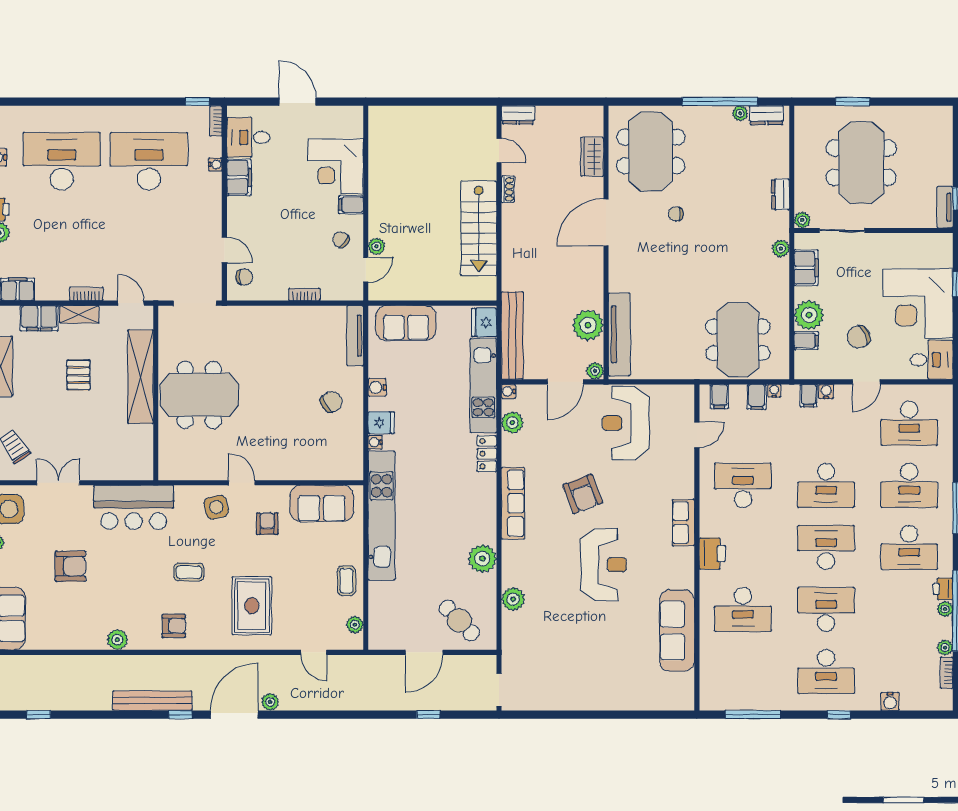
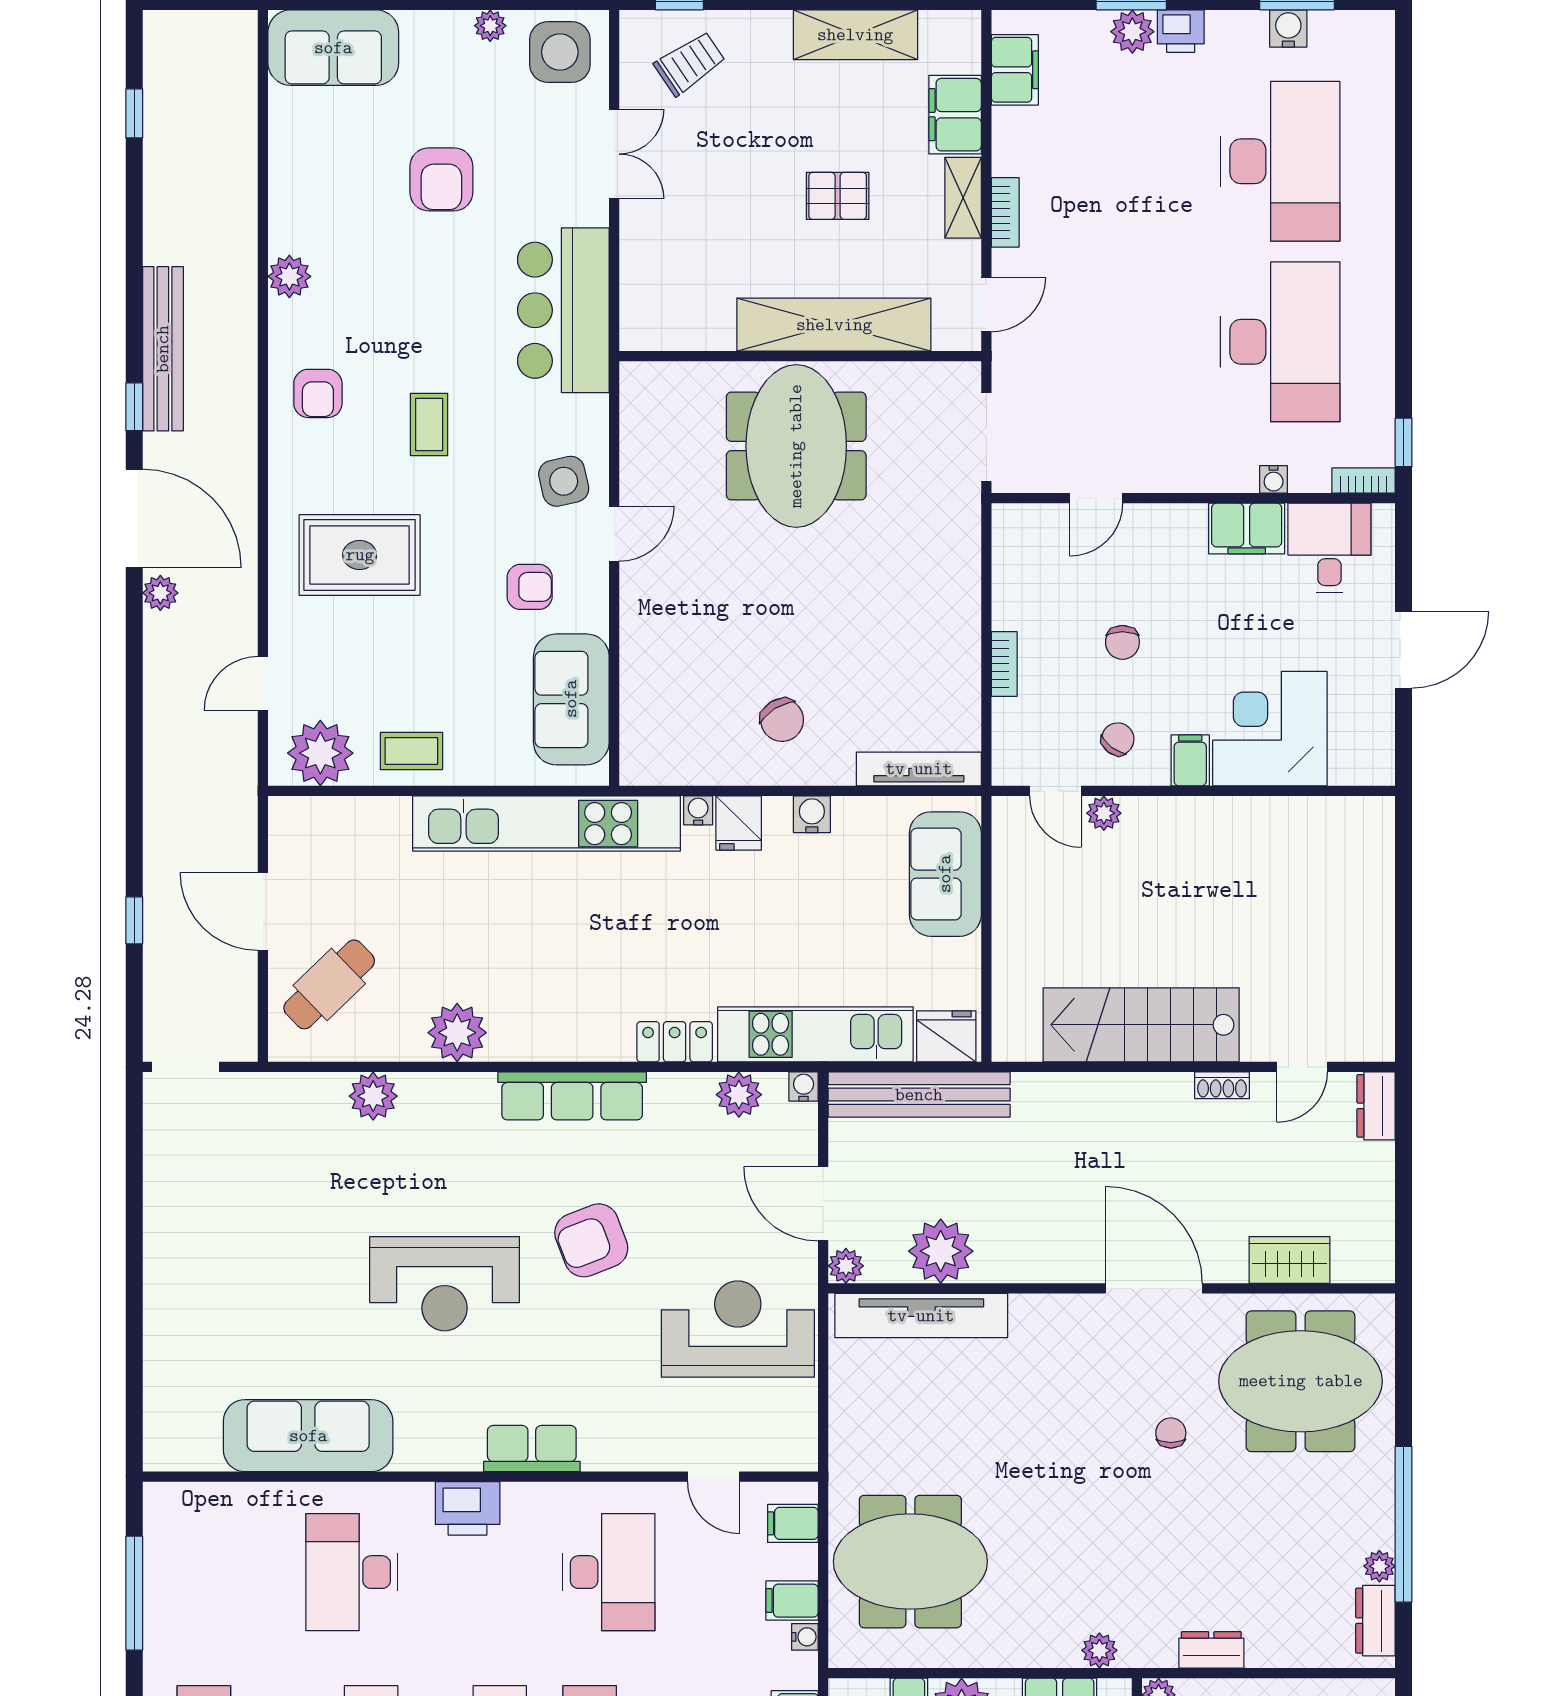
chair: (244, 277) -> (1122, 642), moved
plant: (355, 625) -> (320, 753), width x1.88, depth x1.88

